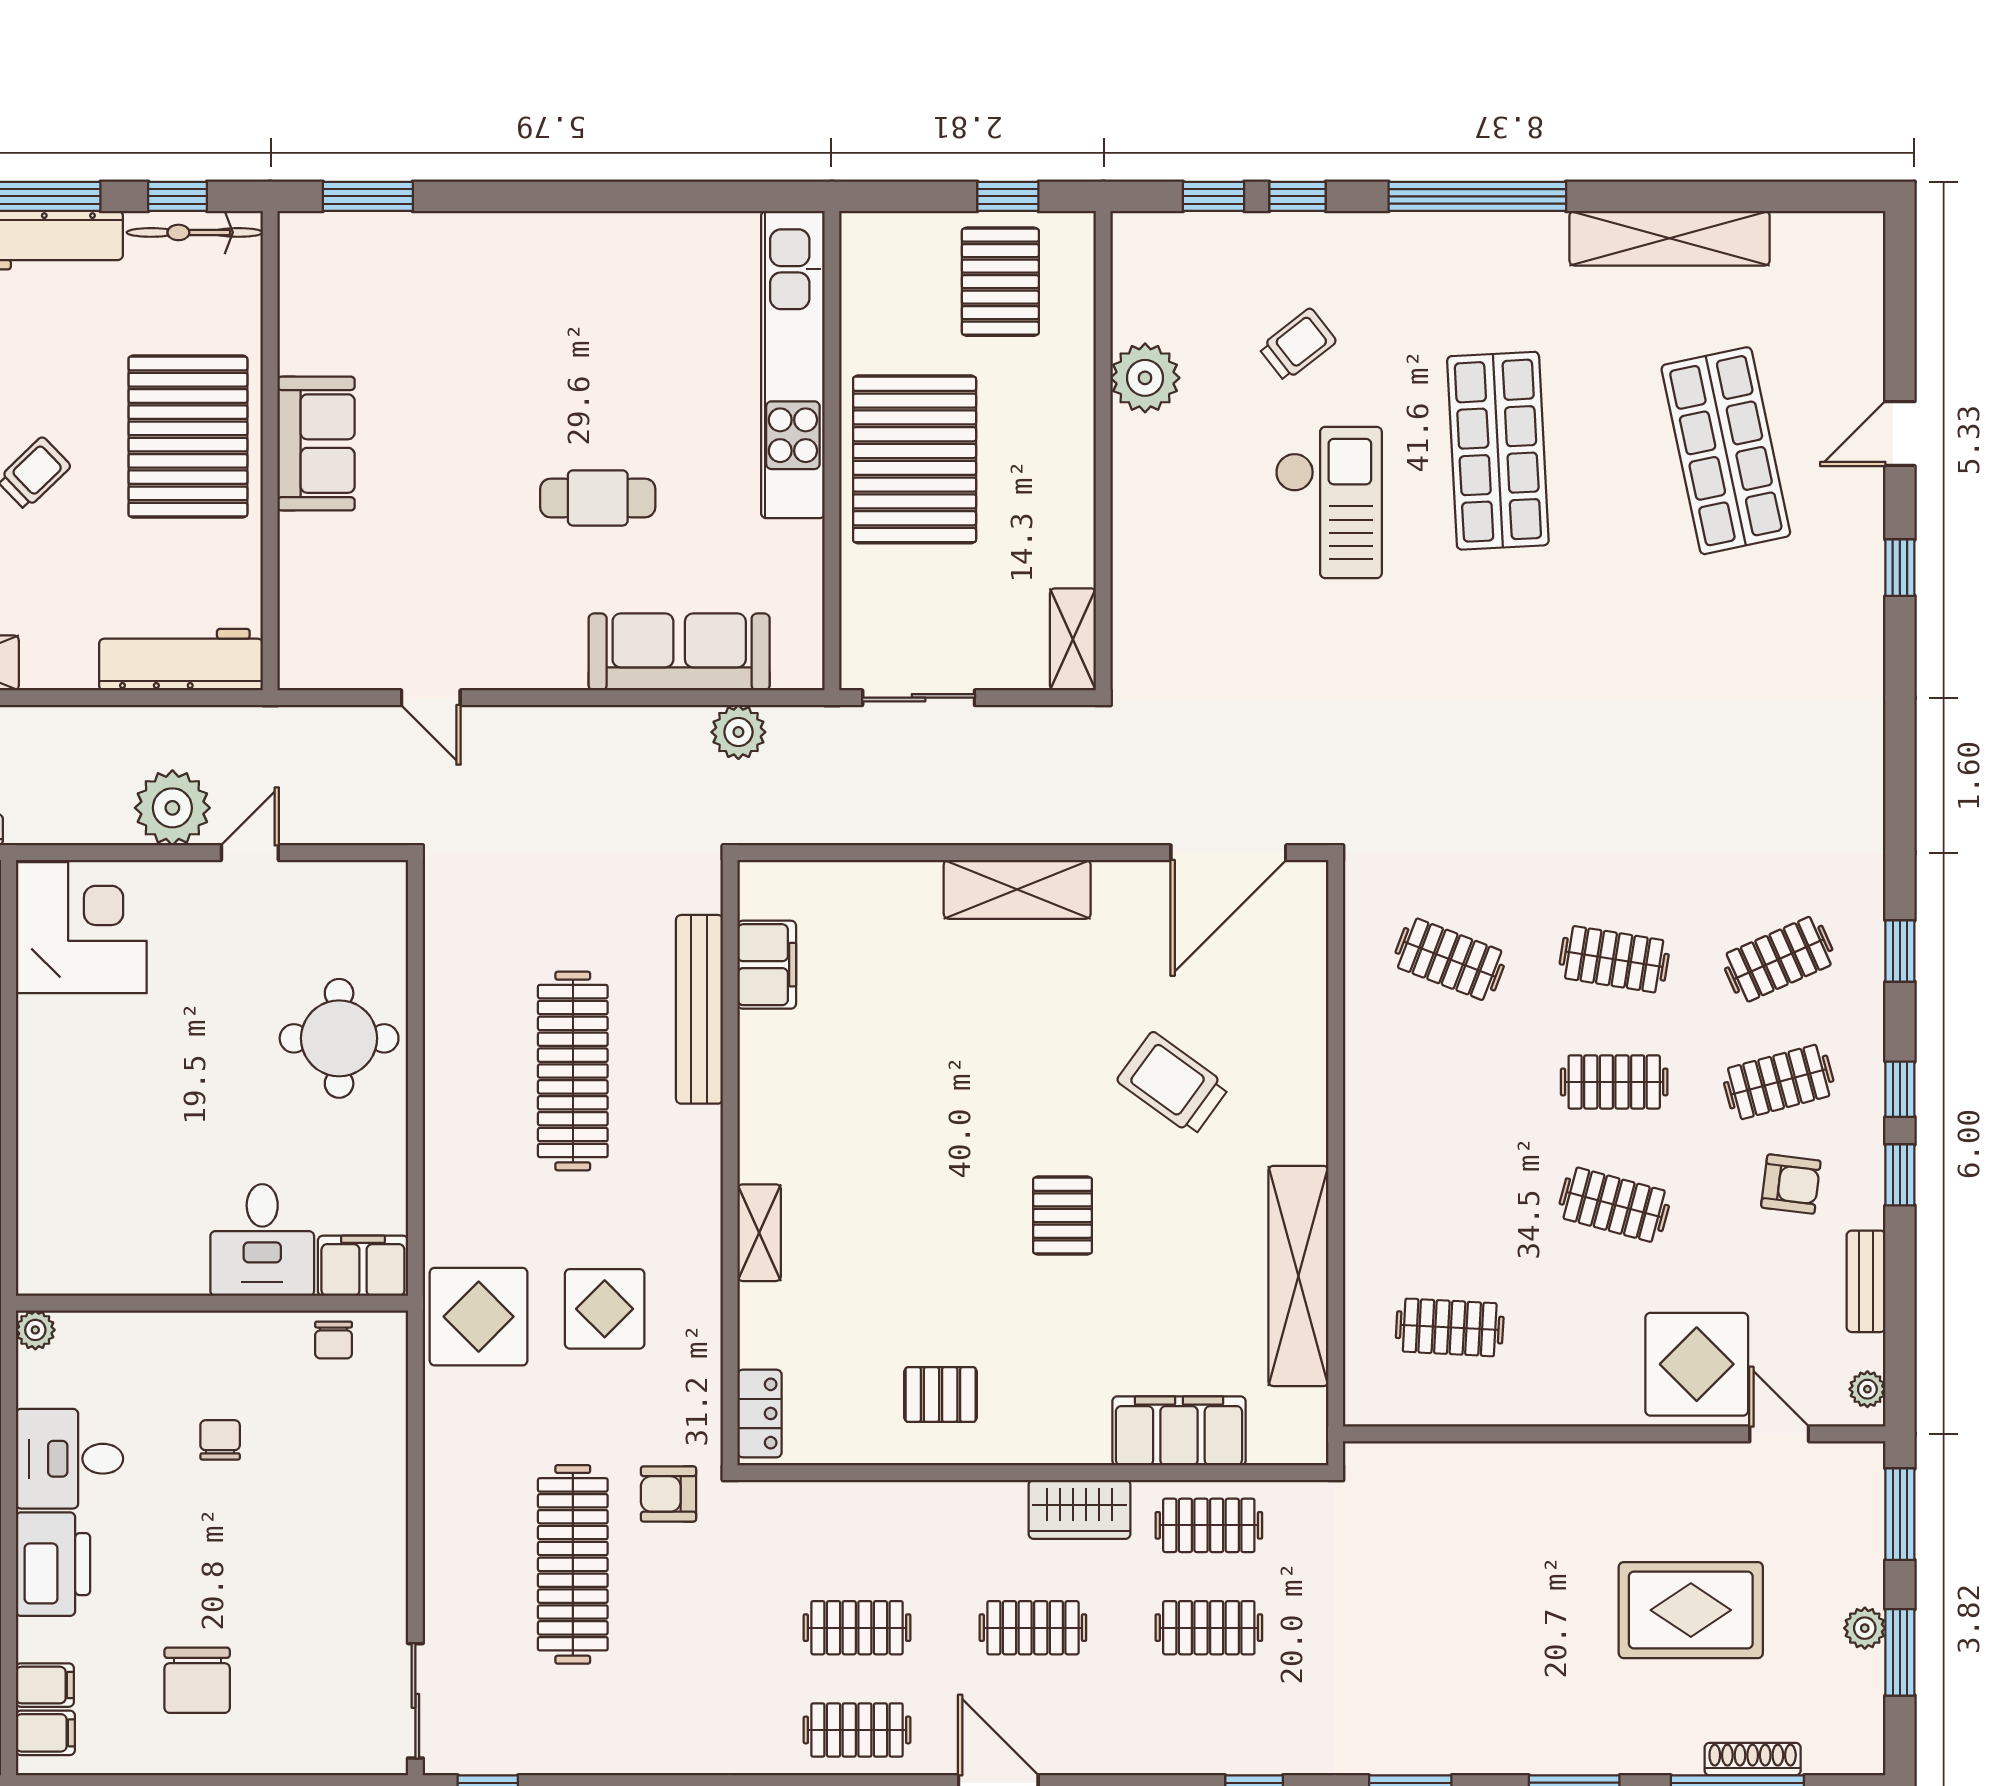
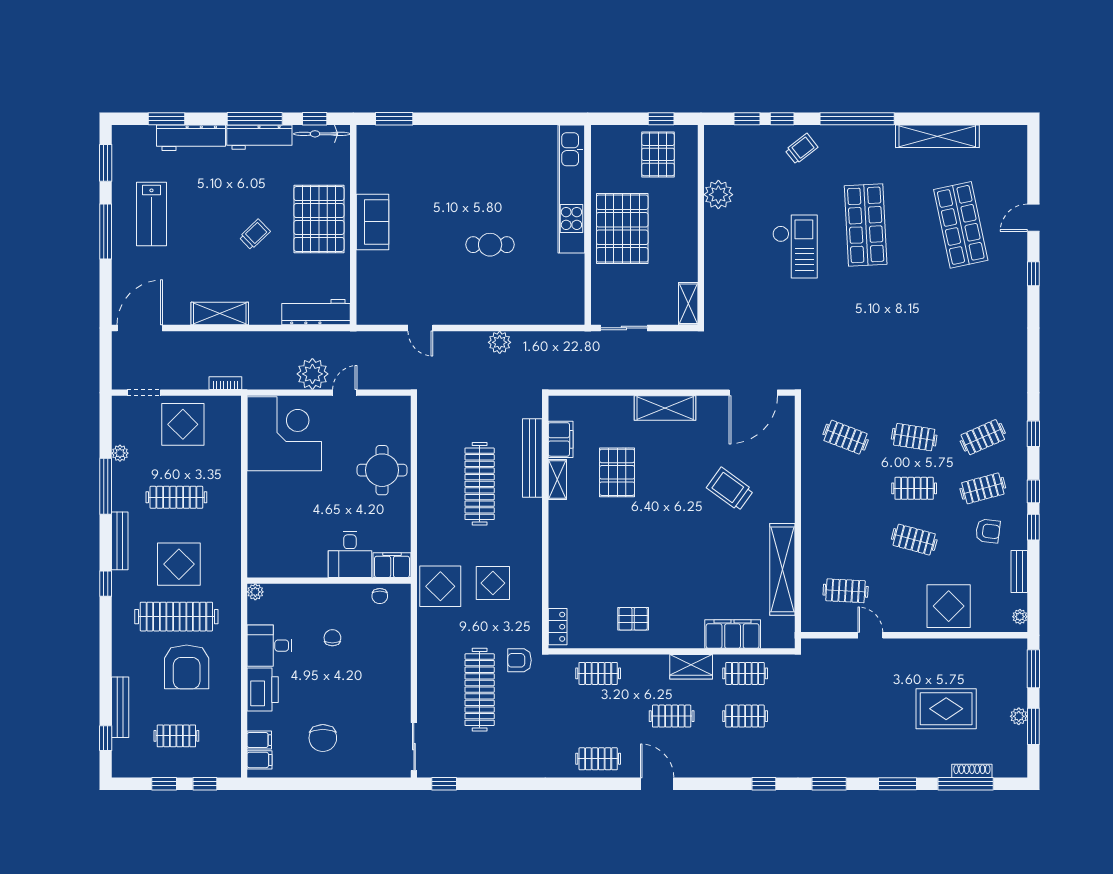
trolley: (1298, 345) -> (801, 149), moved
sofa: (679, 652) -> (524, 309), removed
plant: (738, 732) -> (500, 342), moved
corner desk: (81, 928) -> (284, 434), width x1.36, depth x1.36
pallet: (1063, 1216) -> (617, 472), moved, width x1.50, depth x1.42
shelving: (759, 1233) -> (557, 480), moved
door: (1779, 1434) -> (870, 635), moved
clothes rail: (857, 1628) -> (598, 673), moved

